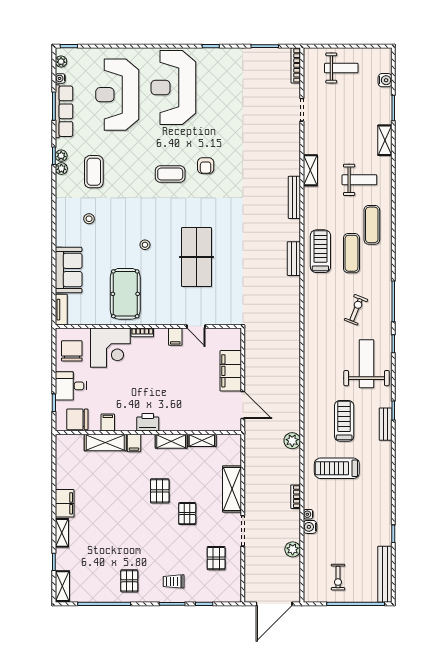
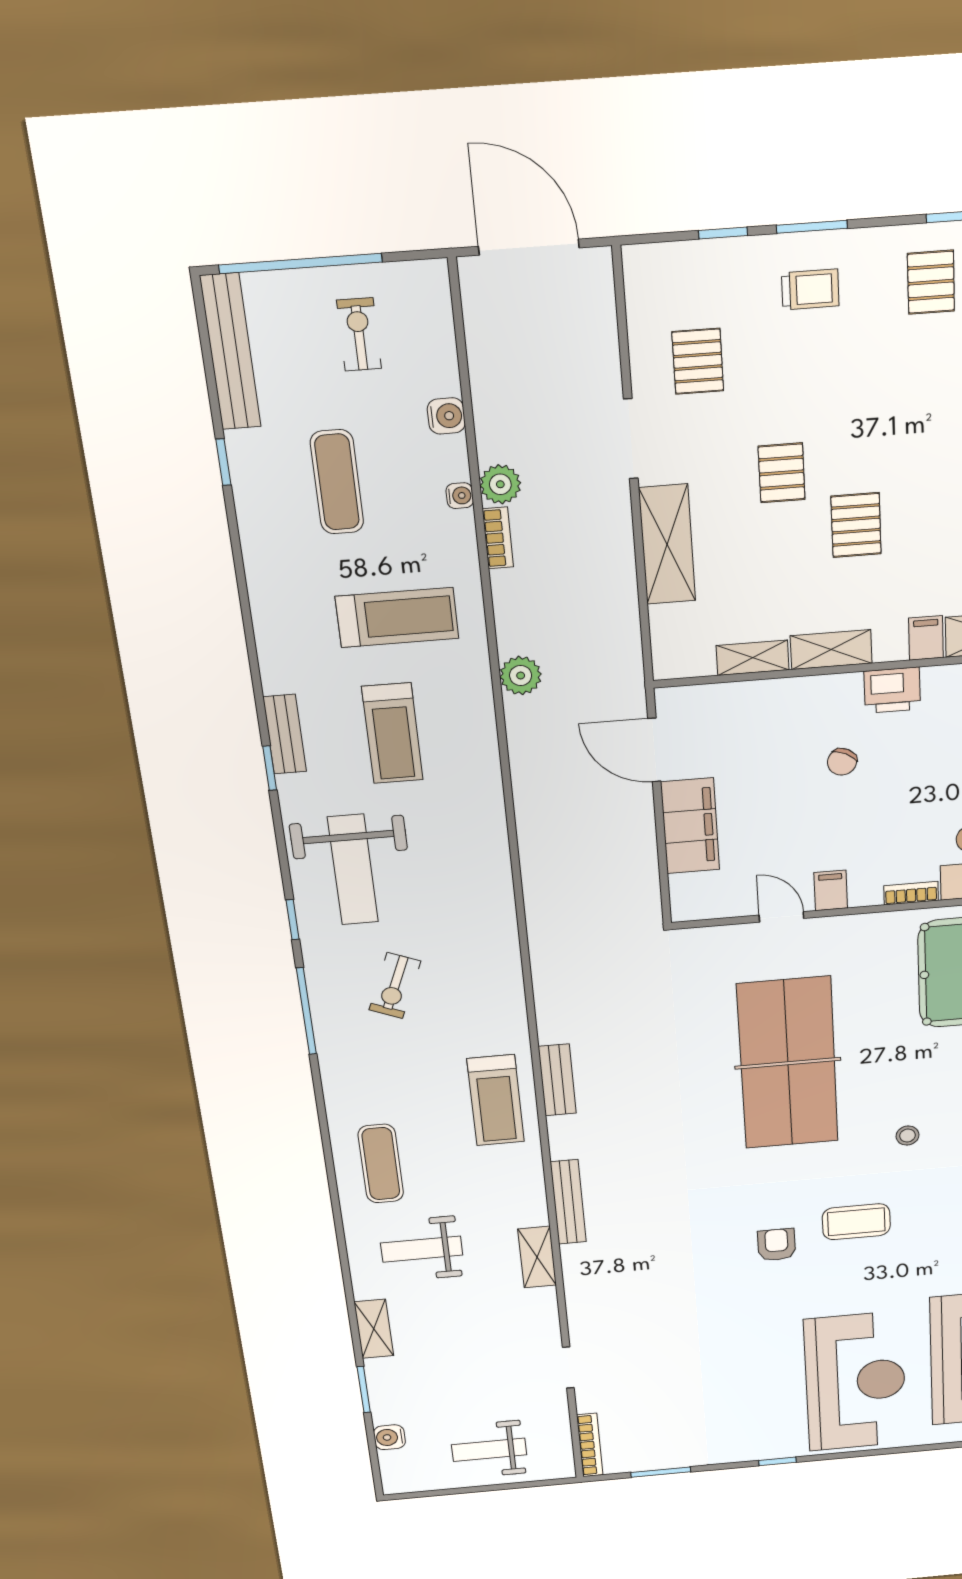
stool: (145, 245) -> (908, 1136), moved
exercise mat: (351, 253) -> (337, 482), moved
table tennis table: (197, 257) -> (788, 1063), width x1.36, depth x1.32
chair: (169, 393) -> (842, 762), added
water cooler: (310, 527) -> (446, 416), moved
plant: (293, 549) -> (500, 484), moved
door: (274, 604) -> (529, 247), hinge flipped

